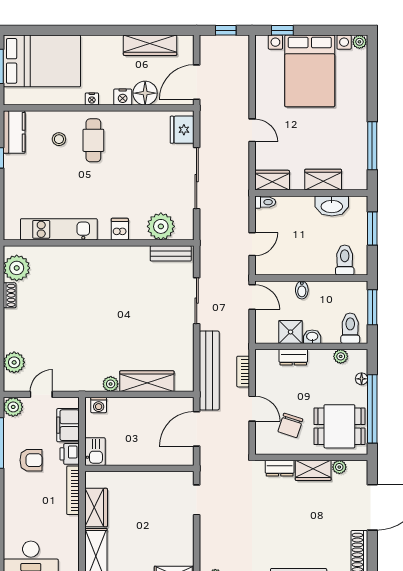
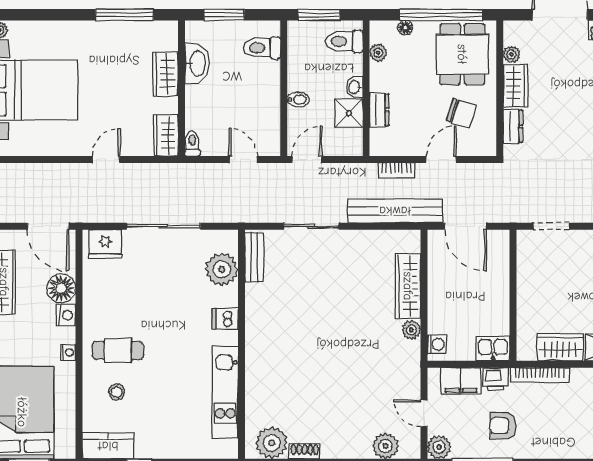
armchair: (31, 460) -> (503, 426), turned -90

